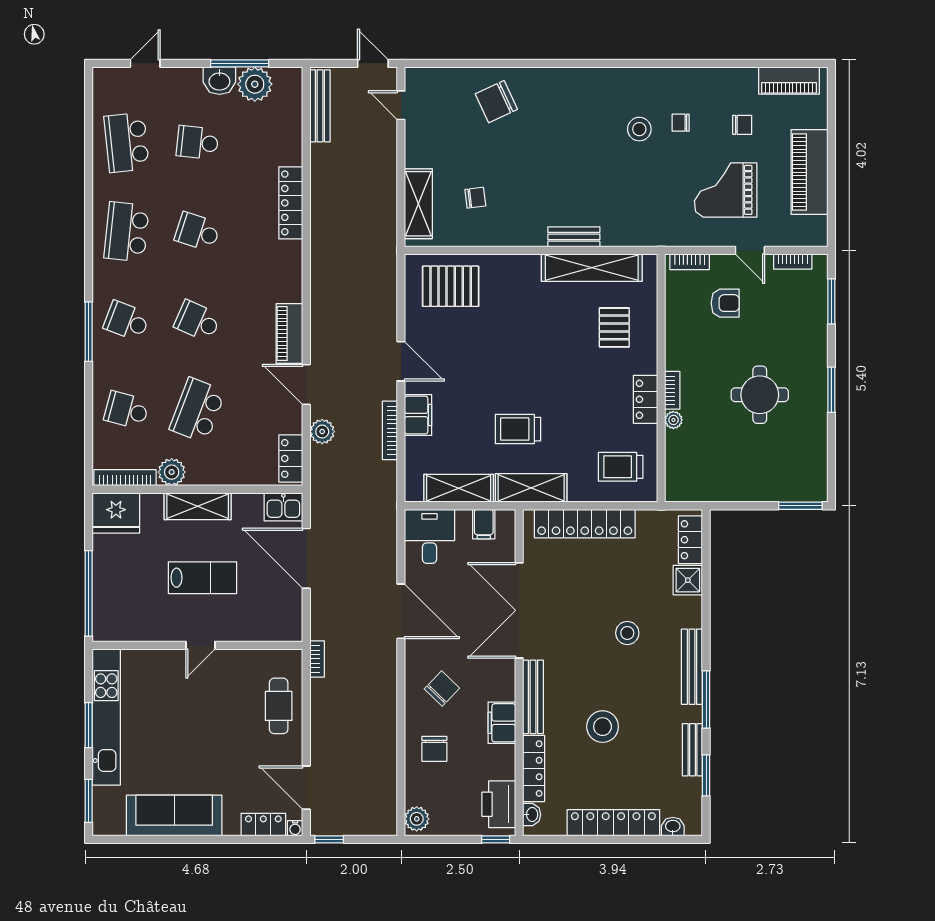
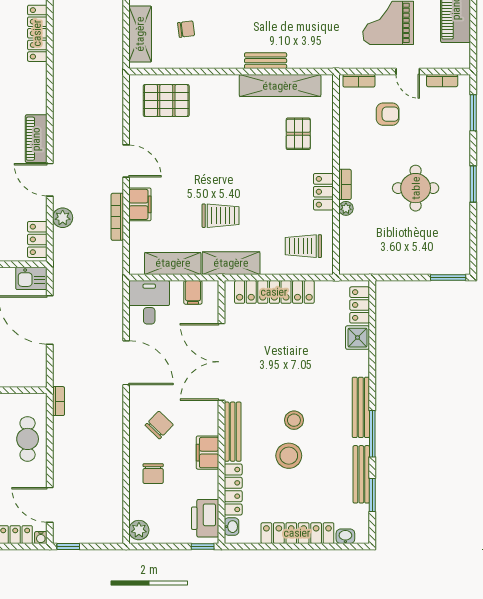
trolley: (518, 429) -> (221, 216), turned 180
stool: (627, 633) -> (294, 420), moved
bench: (692, 750) -> (361, 474), width x1.36

